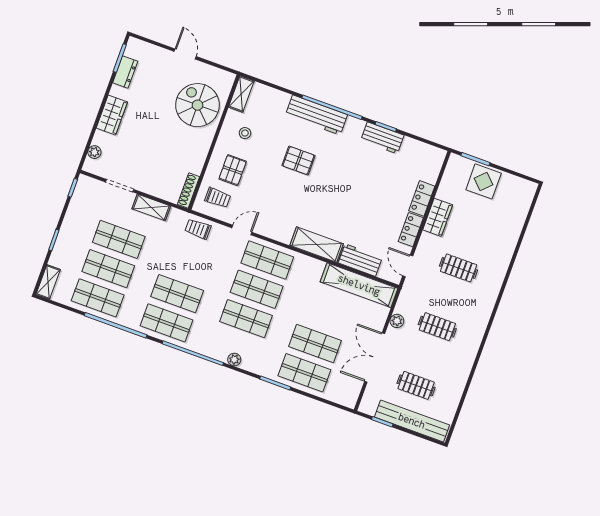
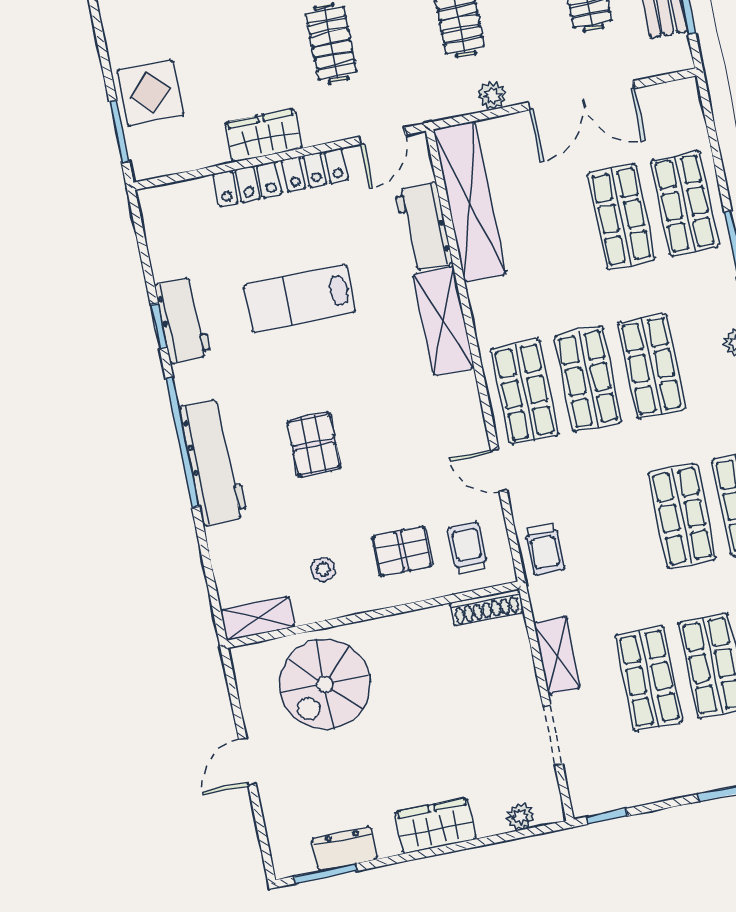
lab bench: (362, 191) -> (299, 298), added

